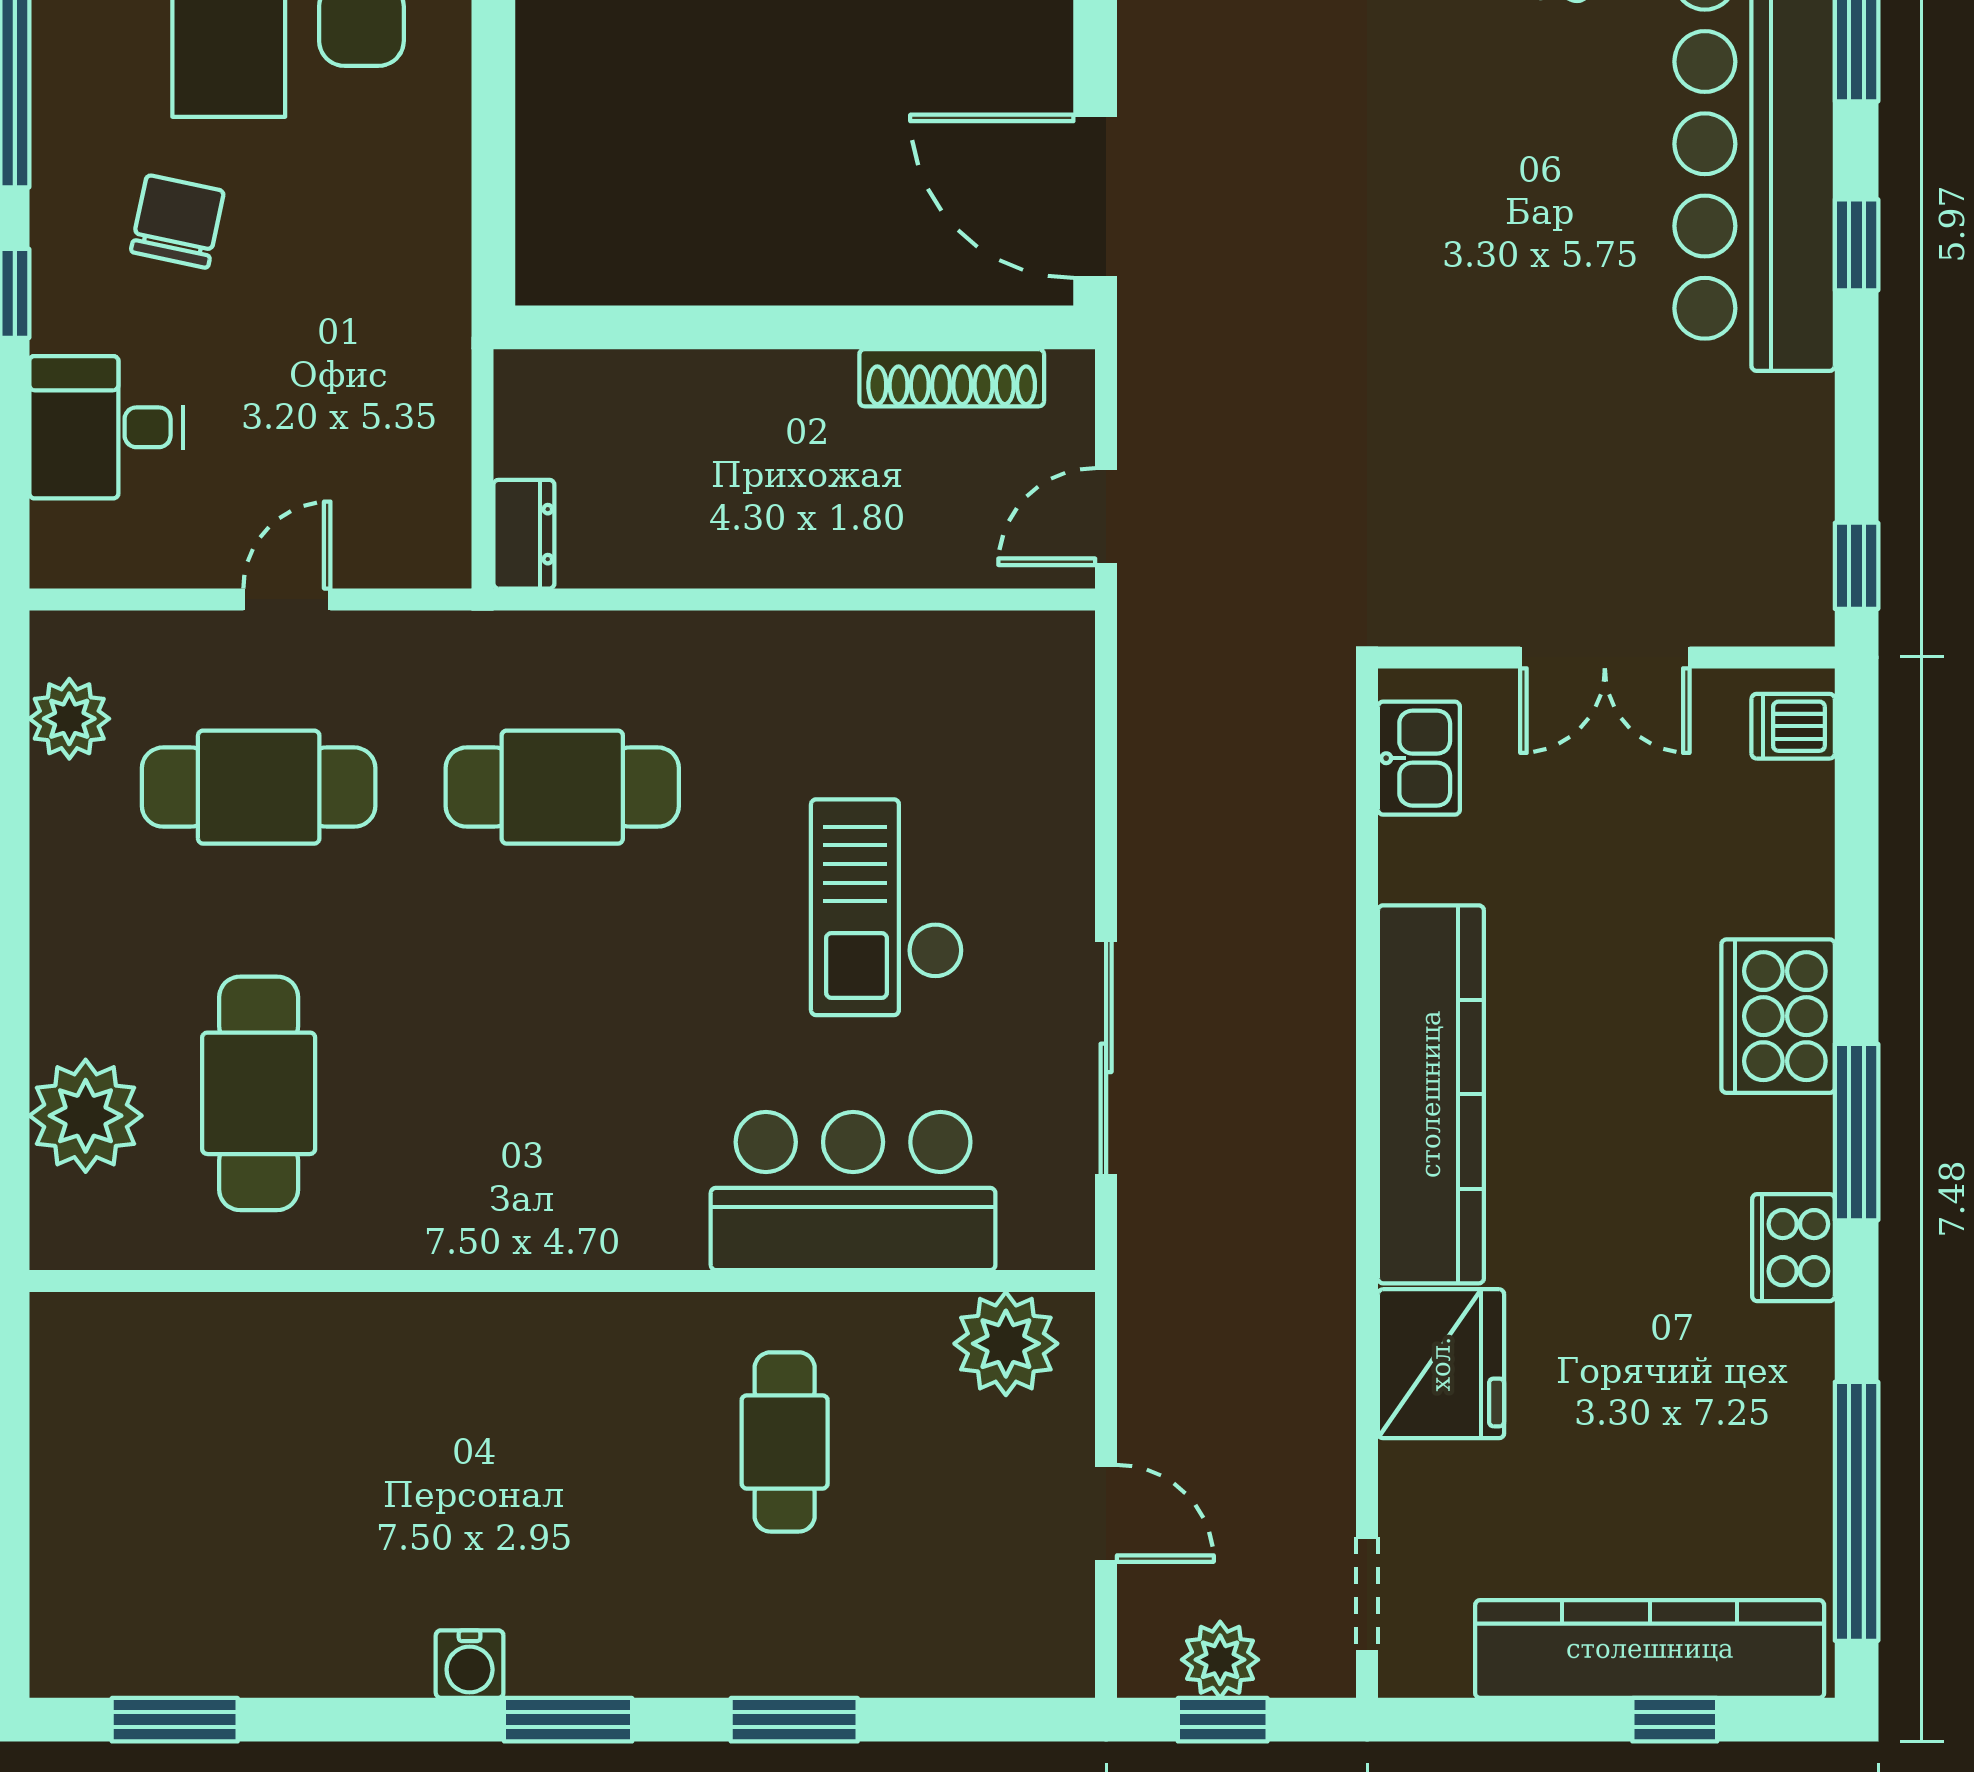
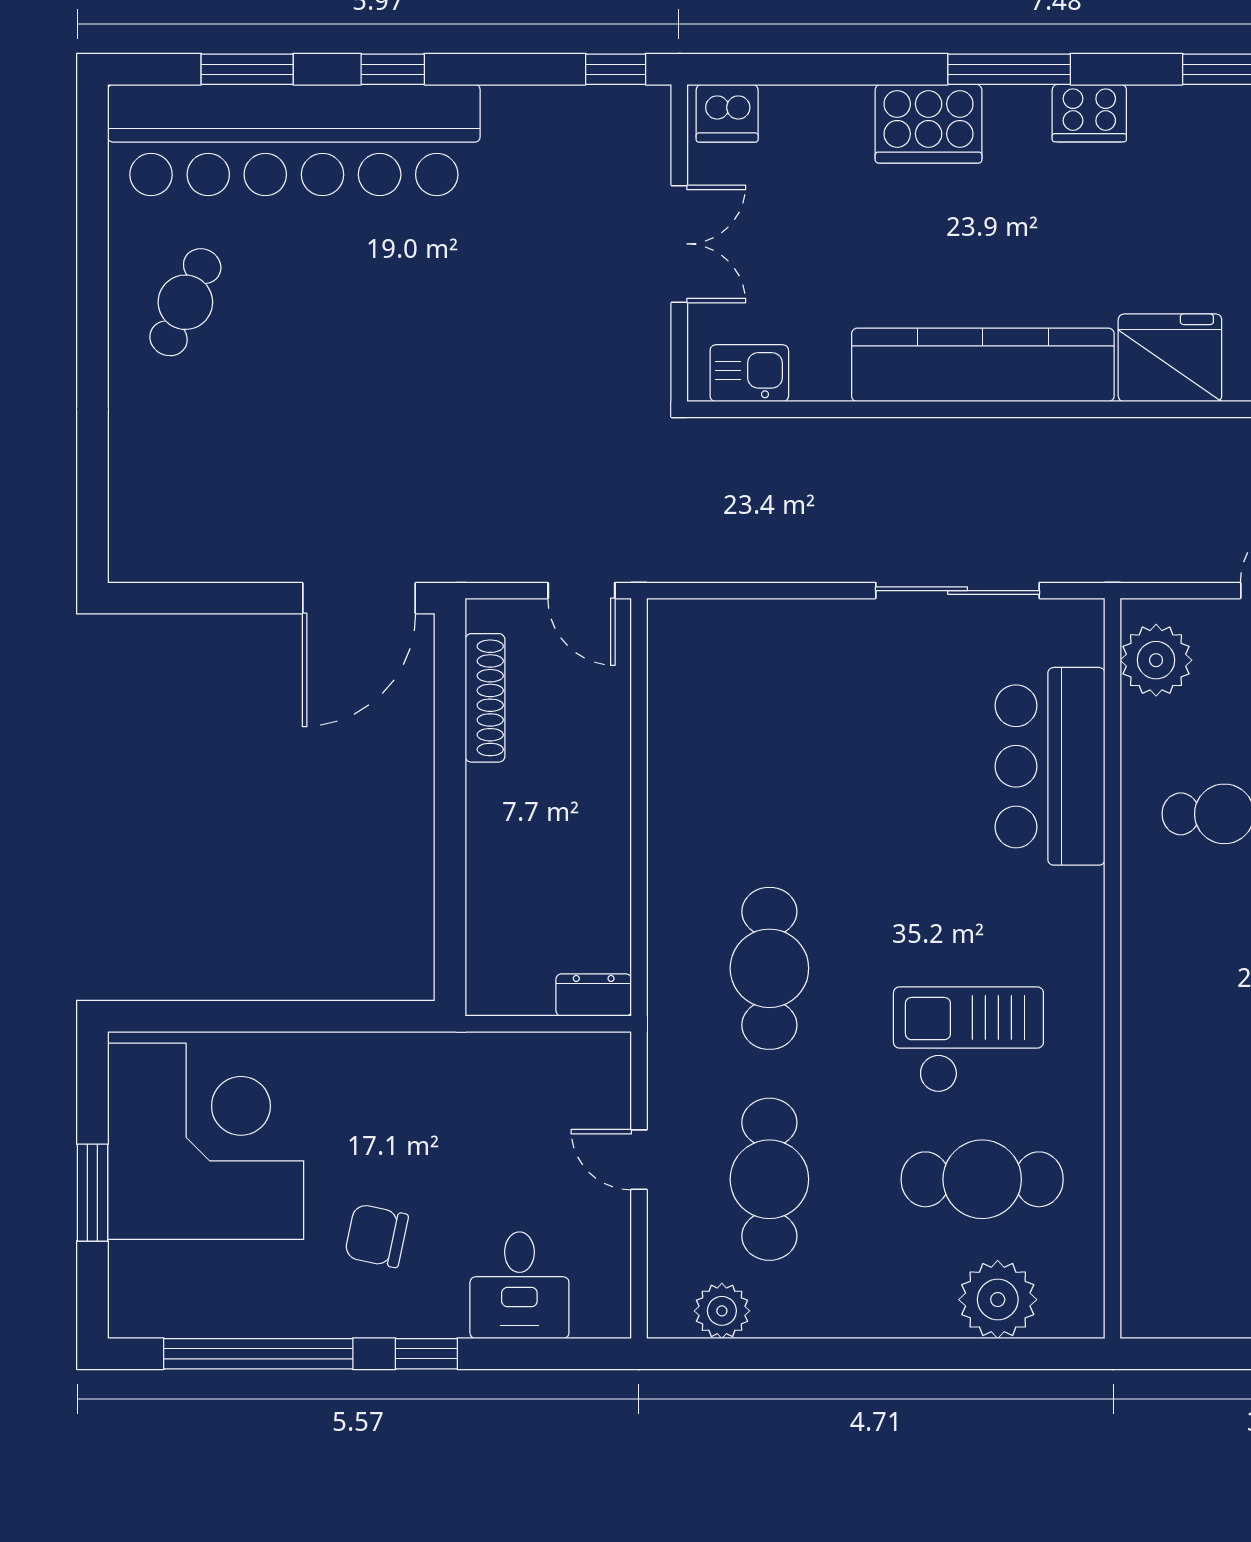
dishwasher: (1793, 726) -> (727, 113), width x1.38
checkout: (887, 907) -> (968, 1040), moved, turned 180

